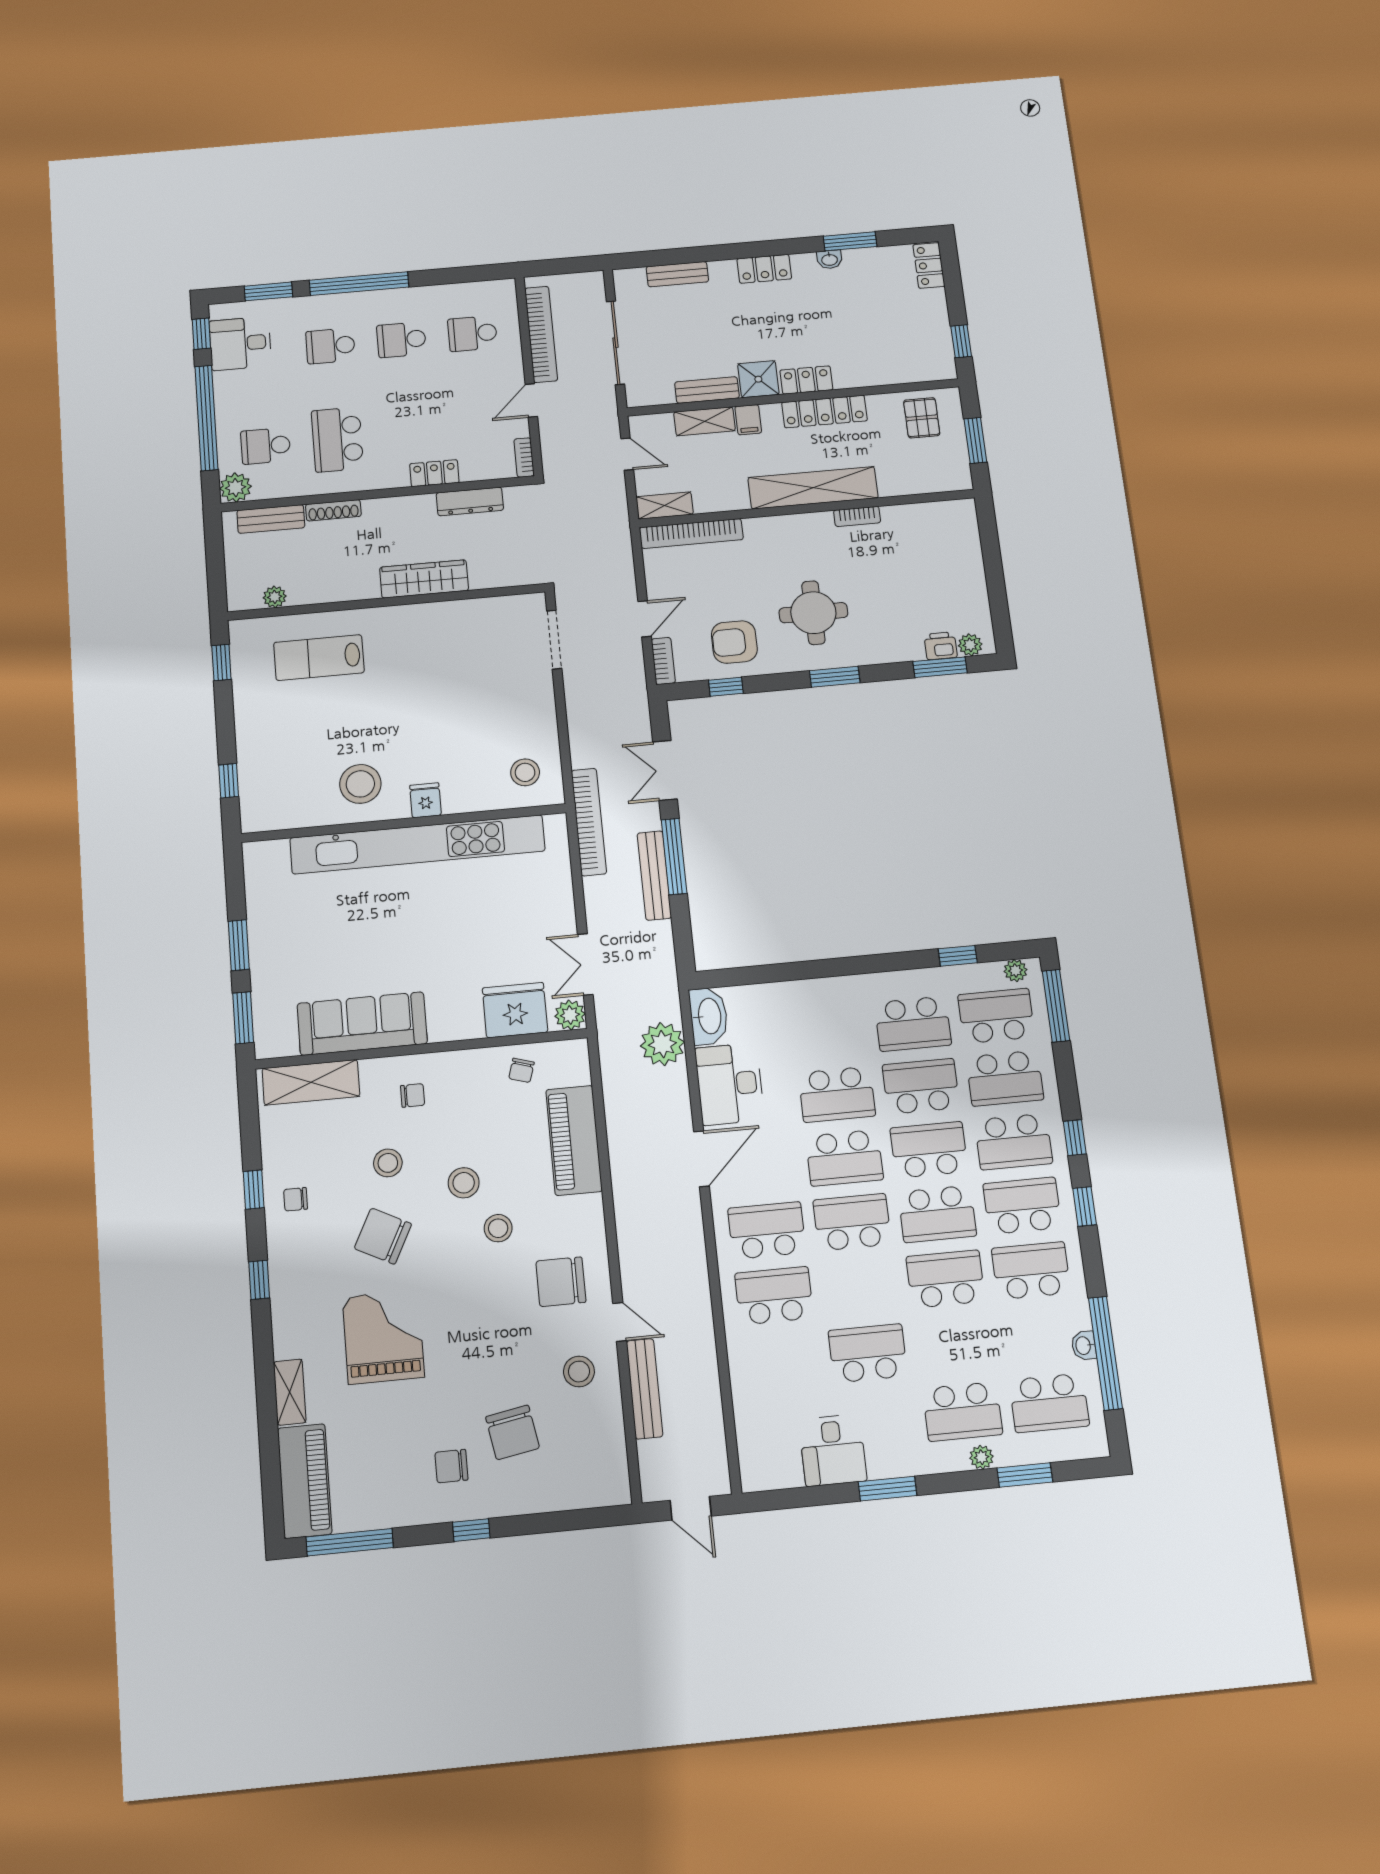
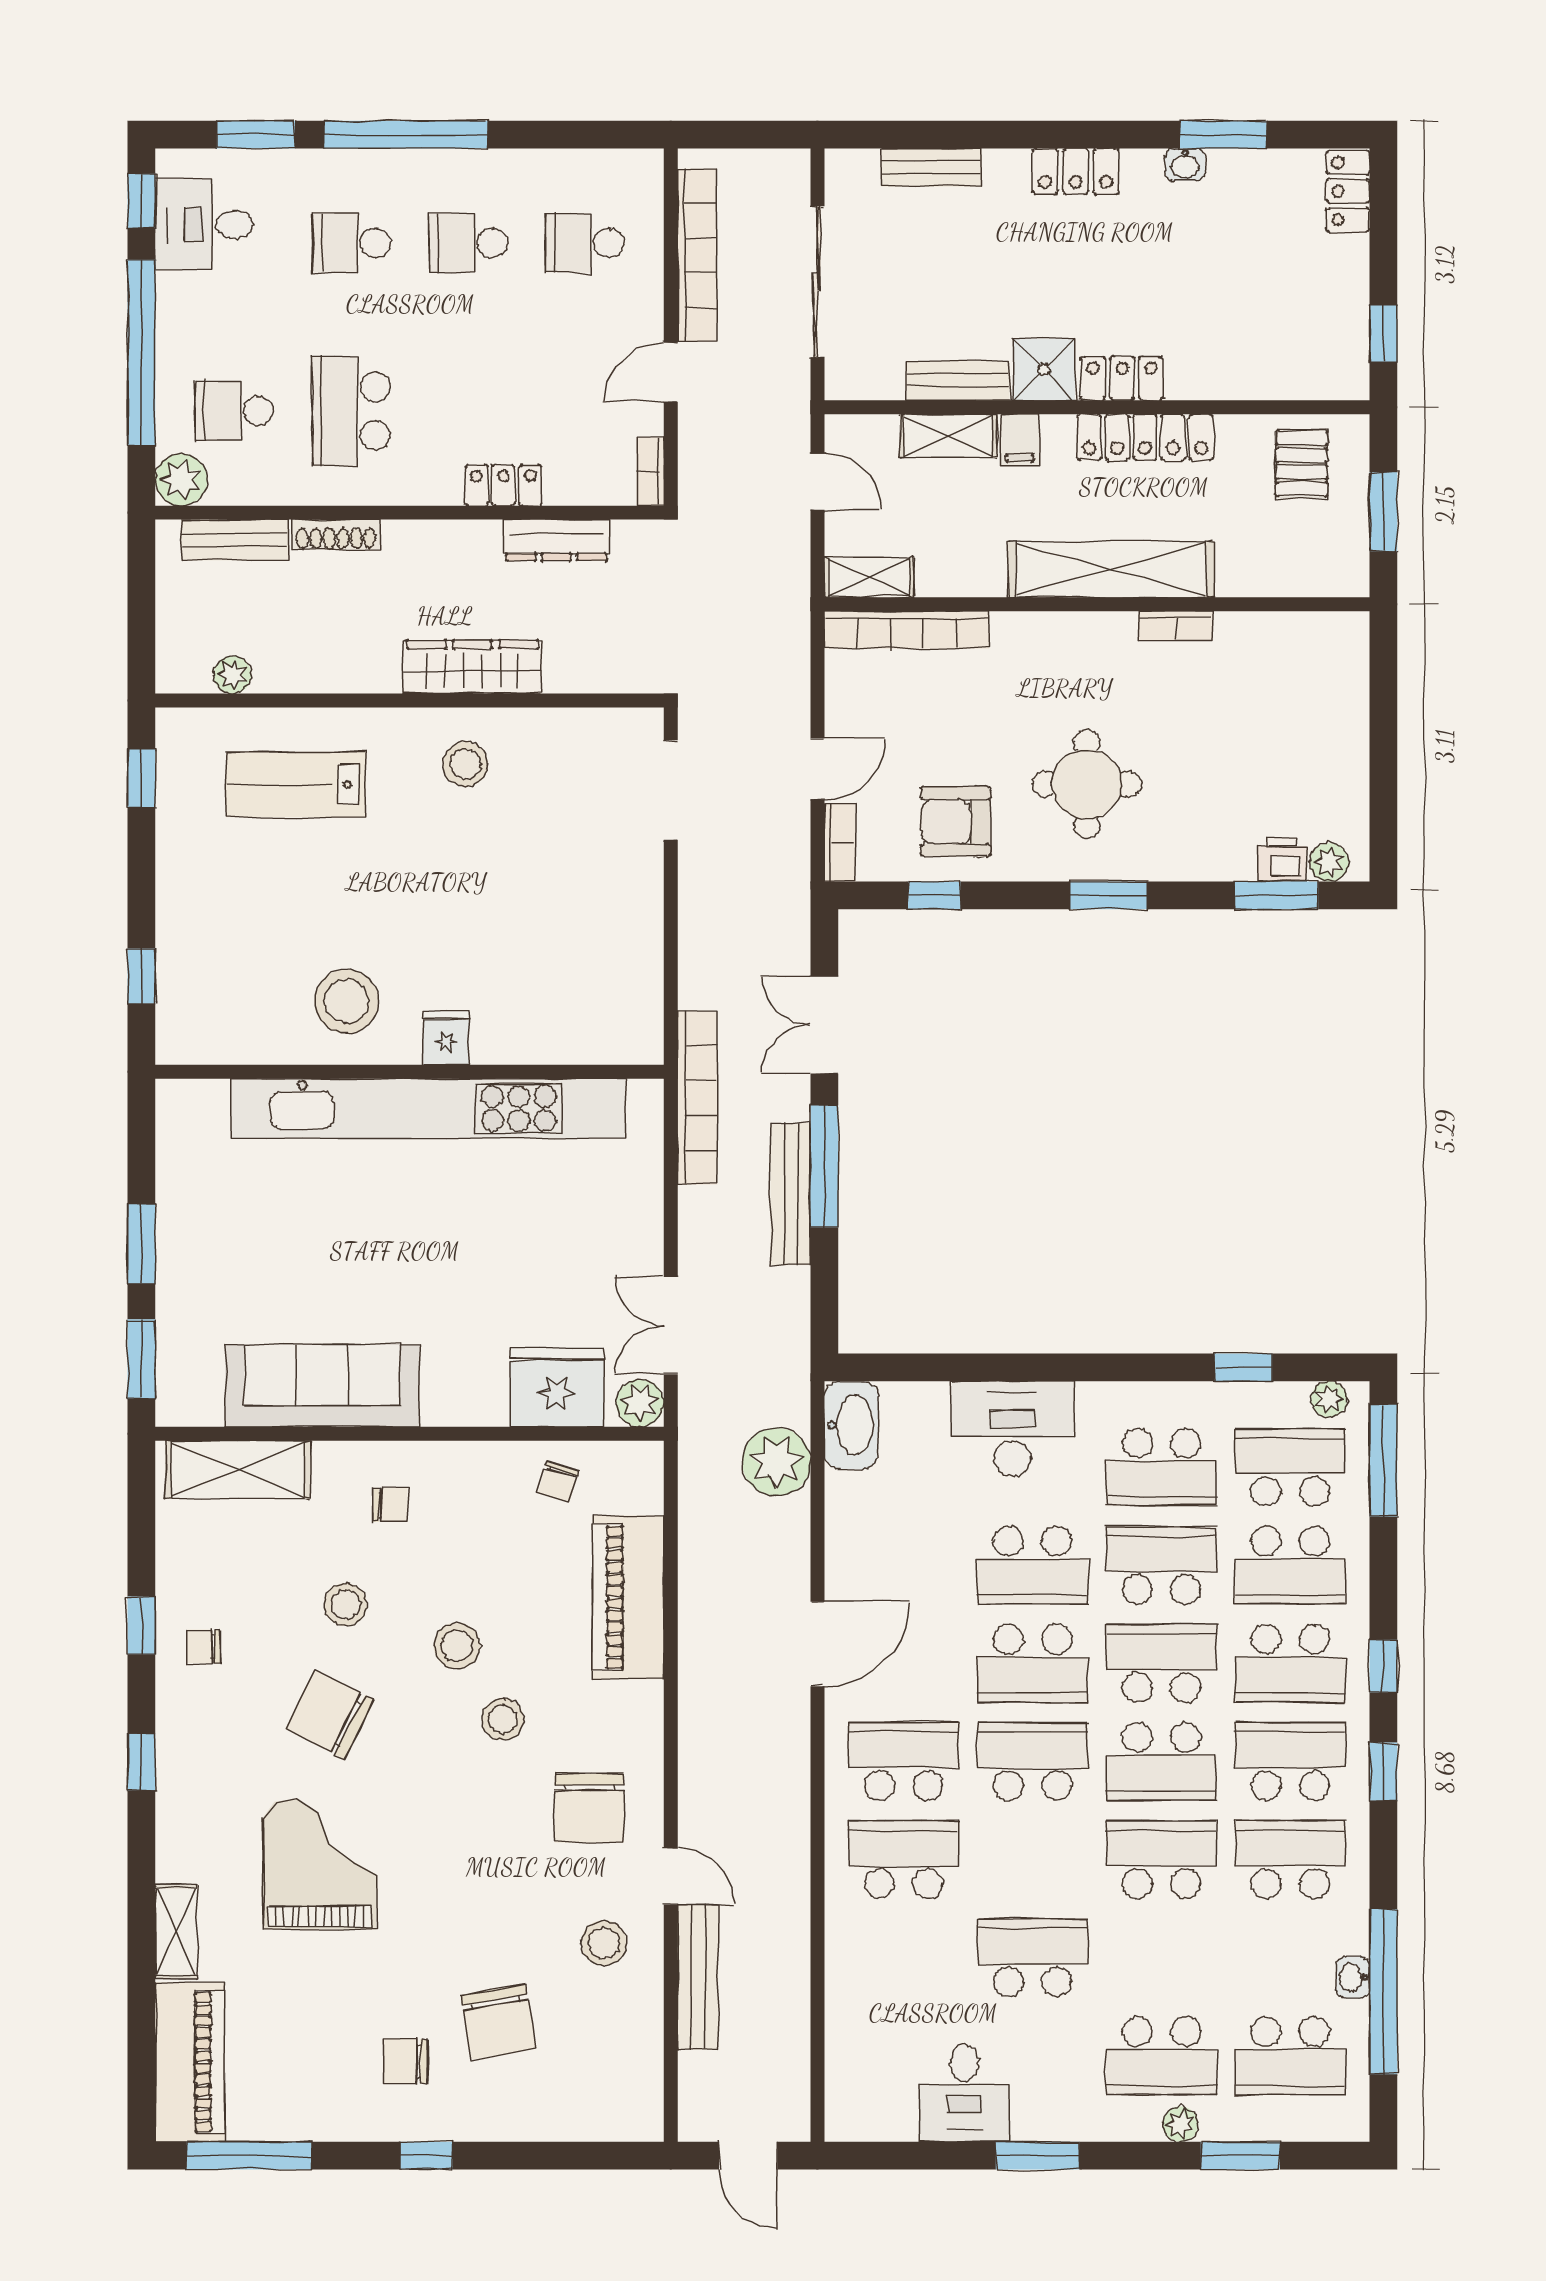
stool: (525, 772) -> (465, 764), moved
desk: (730, 1084) -> (1013, 1429), moved, turned 90
chair: (561, 1282) -> (589, 1808), turned -90

